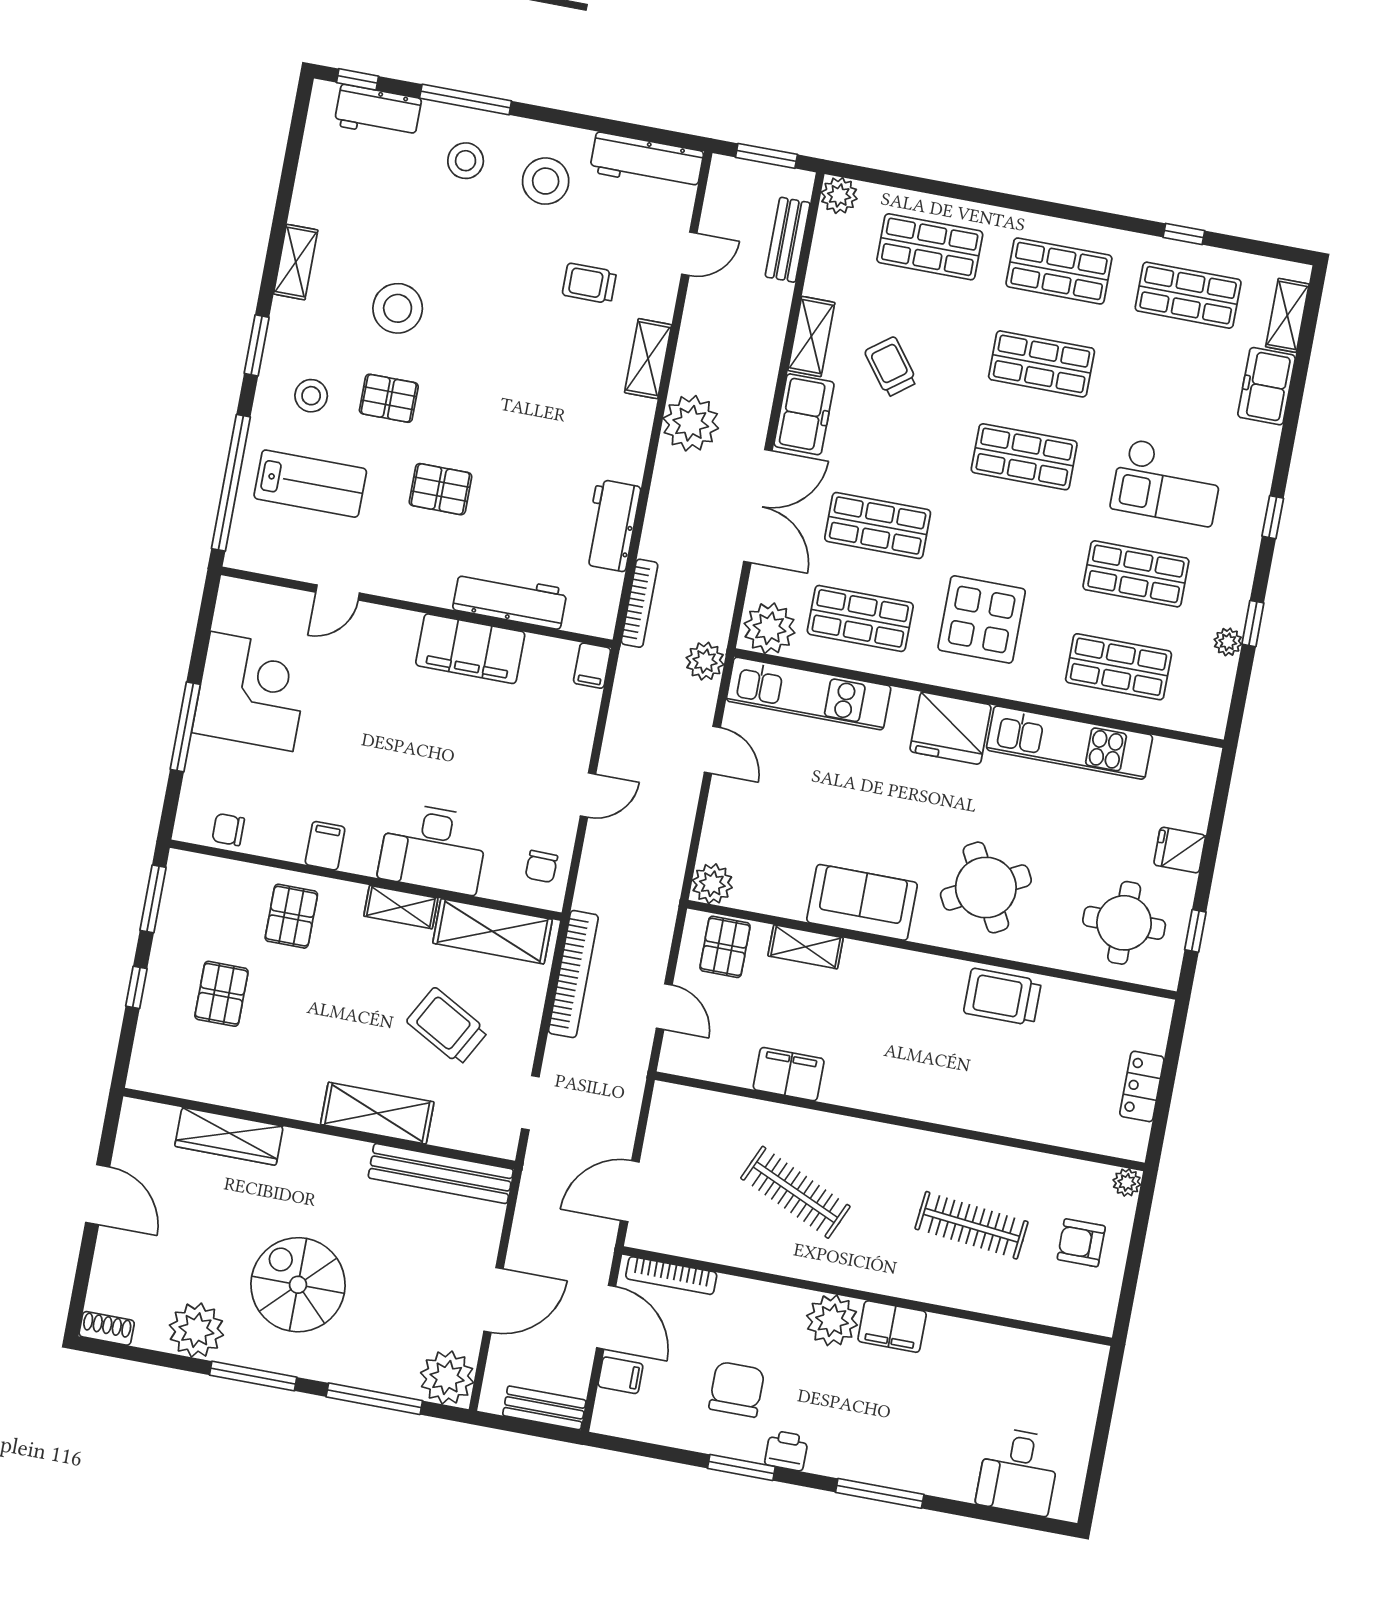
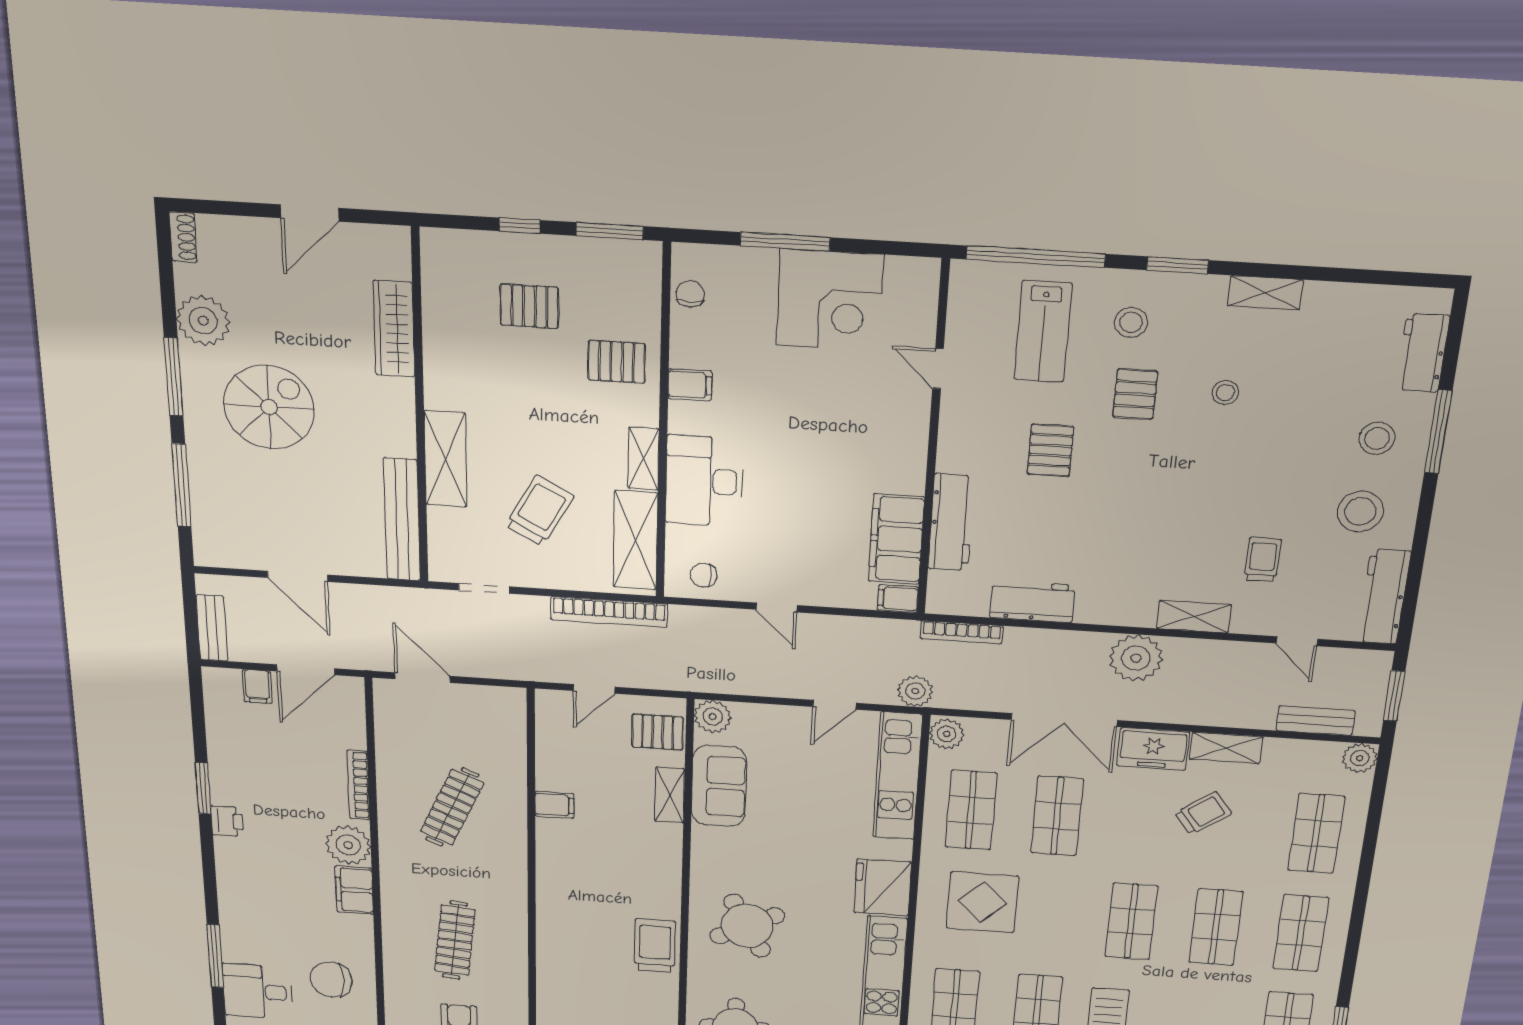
window: (357, 79) -> (1455, 330), removed
stool: (398, 308) -> (1225, 393), width x0.53, depth x0.53
plant: (770, 628) -> (947, 734), width x0.73, depth x0.73
filing cabinet: (470, 649) -> (896, 539), moved
sofa: (862, 902) -> (719, 786), moved
filing cabinet: (789, 1074) -> (554, 805), width x0.50
bookcase: (671, 1276) -> (358, 785), moved
plant: (447, 1378) -> (217, 545), removed
chair: (737, 1389) -> (331, 980), moved, turned 180
window: (880, 1493) -> (215, 956), moved

